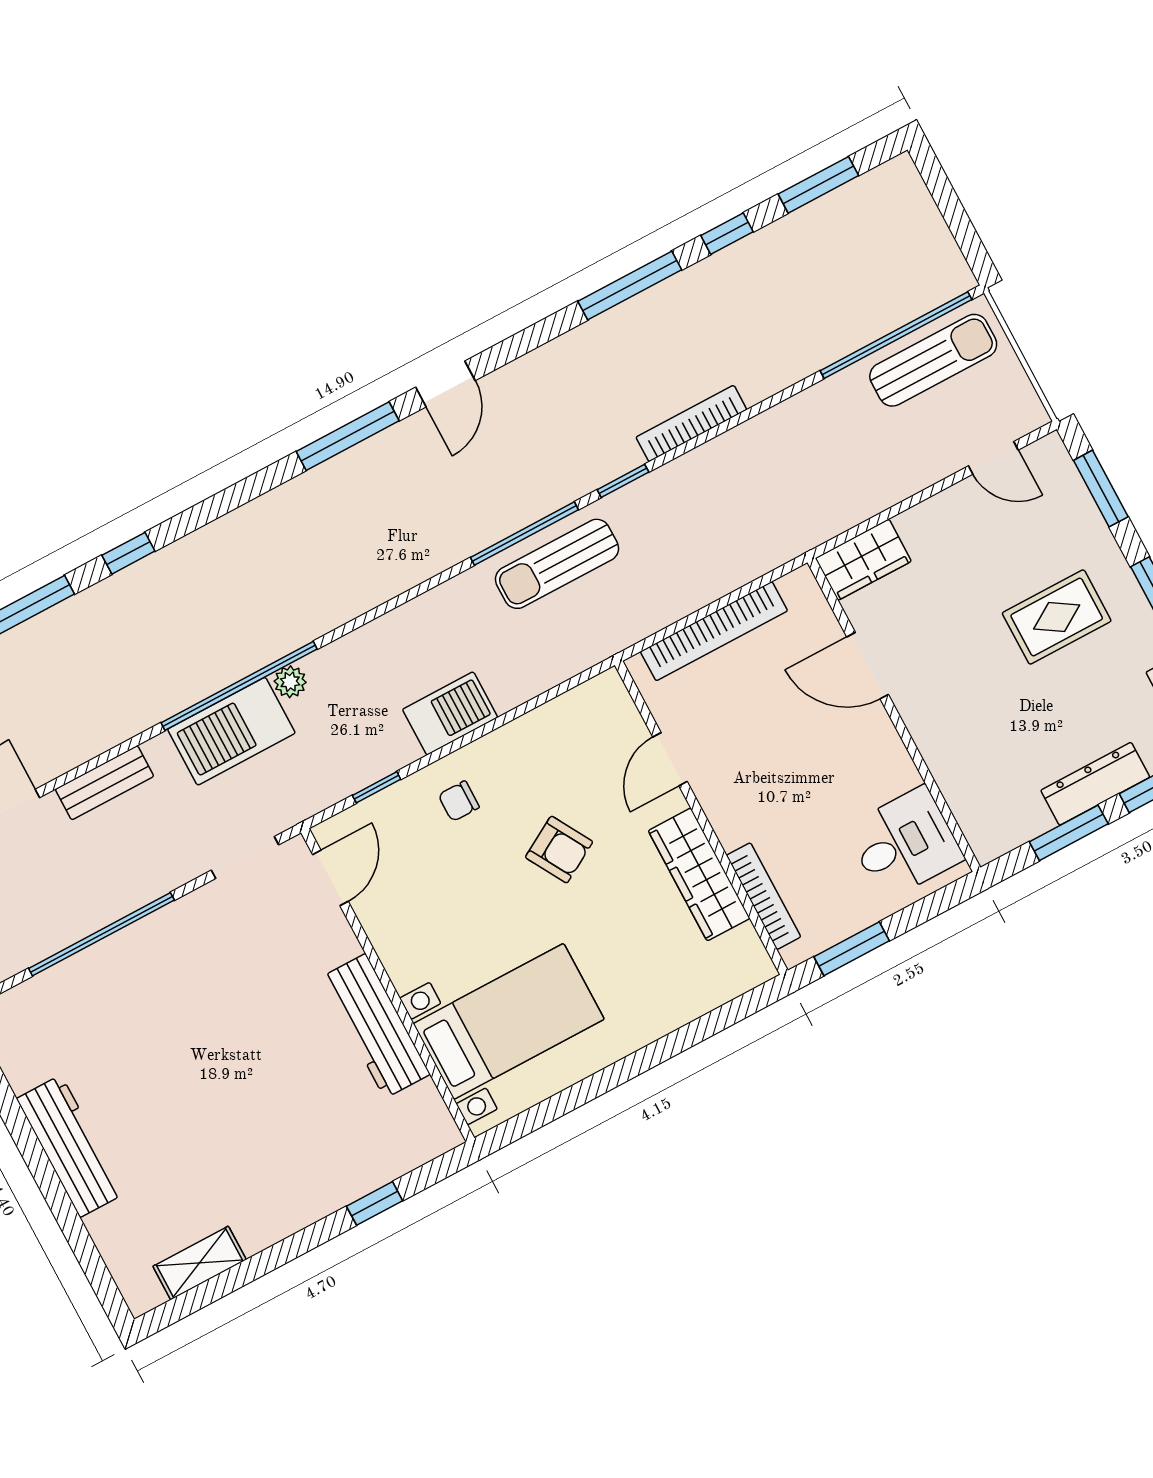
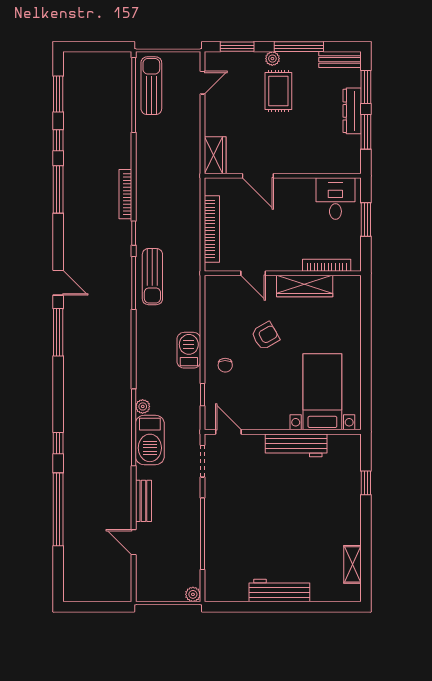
plant: (1115, 571) -> (272, 59), added
door: (868, 666) -> (258, 176), hinge flipped
window: (852, 949) -> (366, 219), moved

